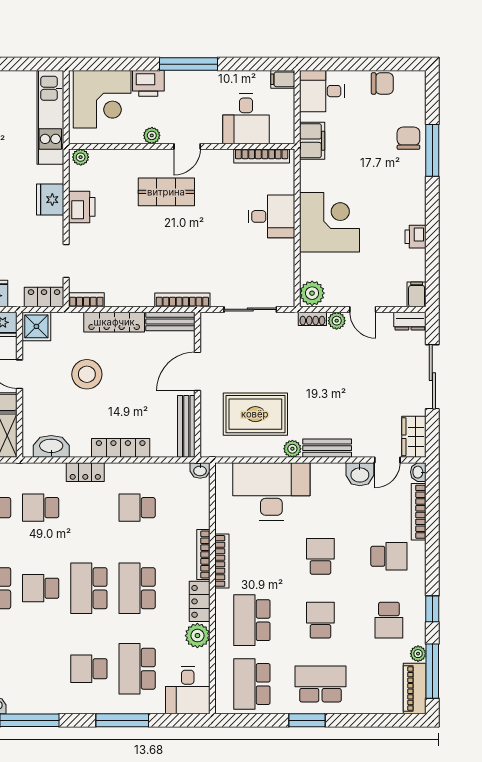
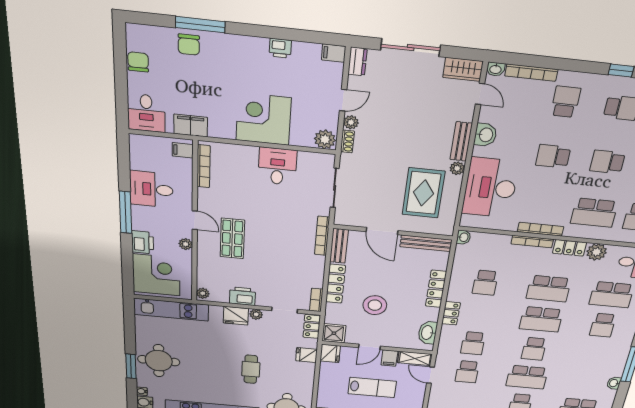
filing cabinet: (283, 79) -> (183, 150), moved, turned 90
desk: (246, 119) -> (151, 189), moved, turned 180
chair: (408, 138) -> (189, 45), turned -90
desk: (271, 216) -> (277, 166), moved
plant: (55, 225) -> (256, 314), added
washbasin: (360, 474) -> (485, 135), moved

